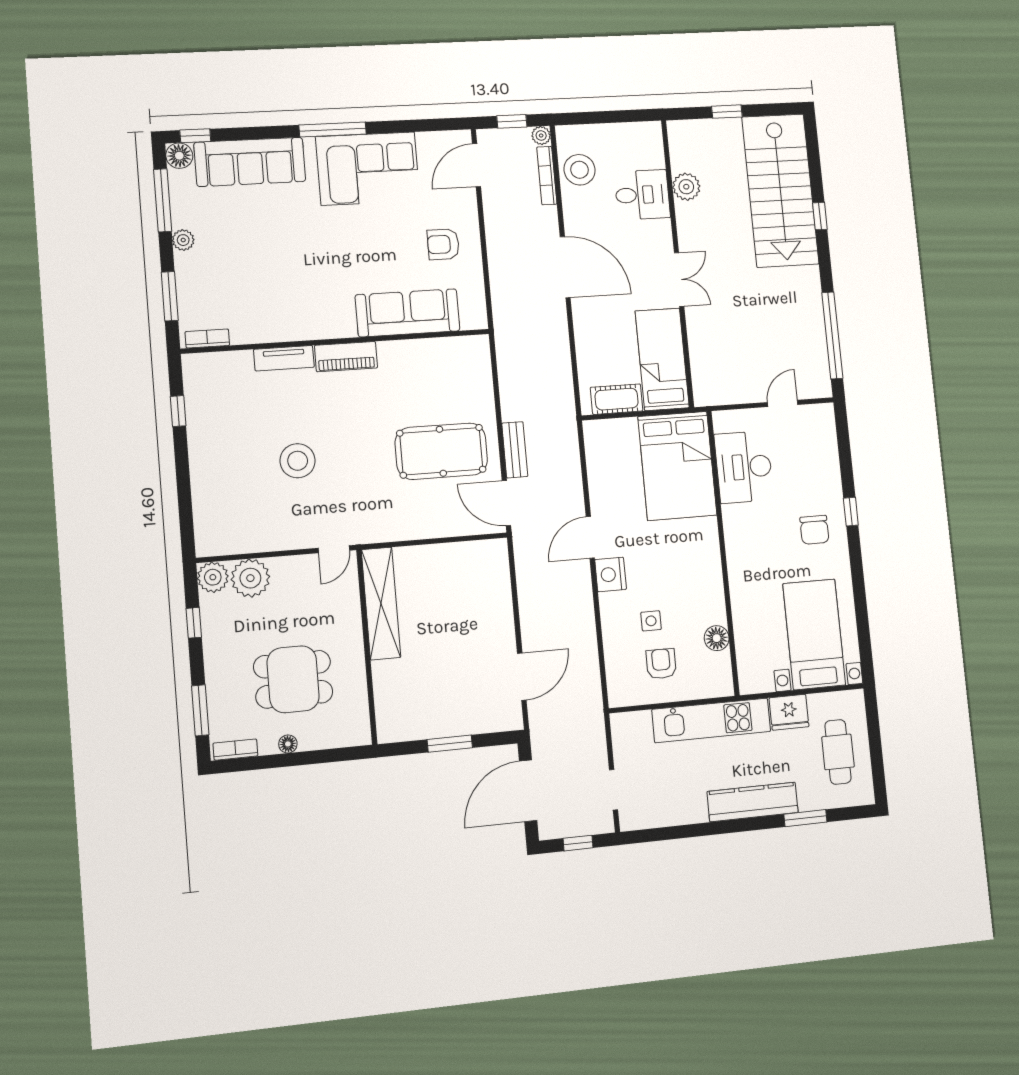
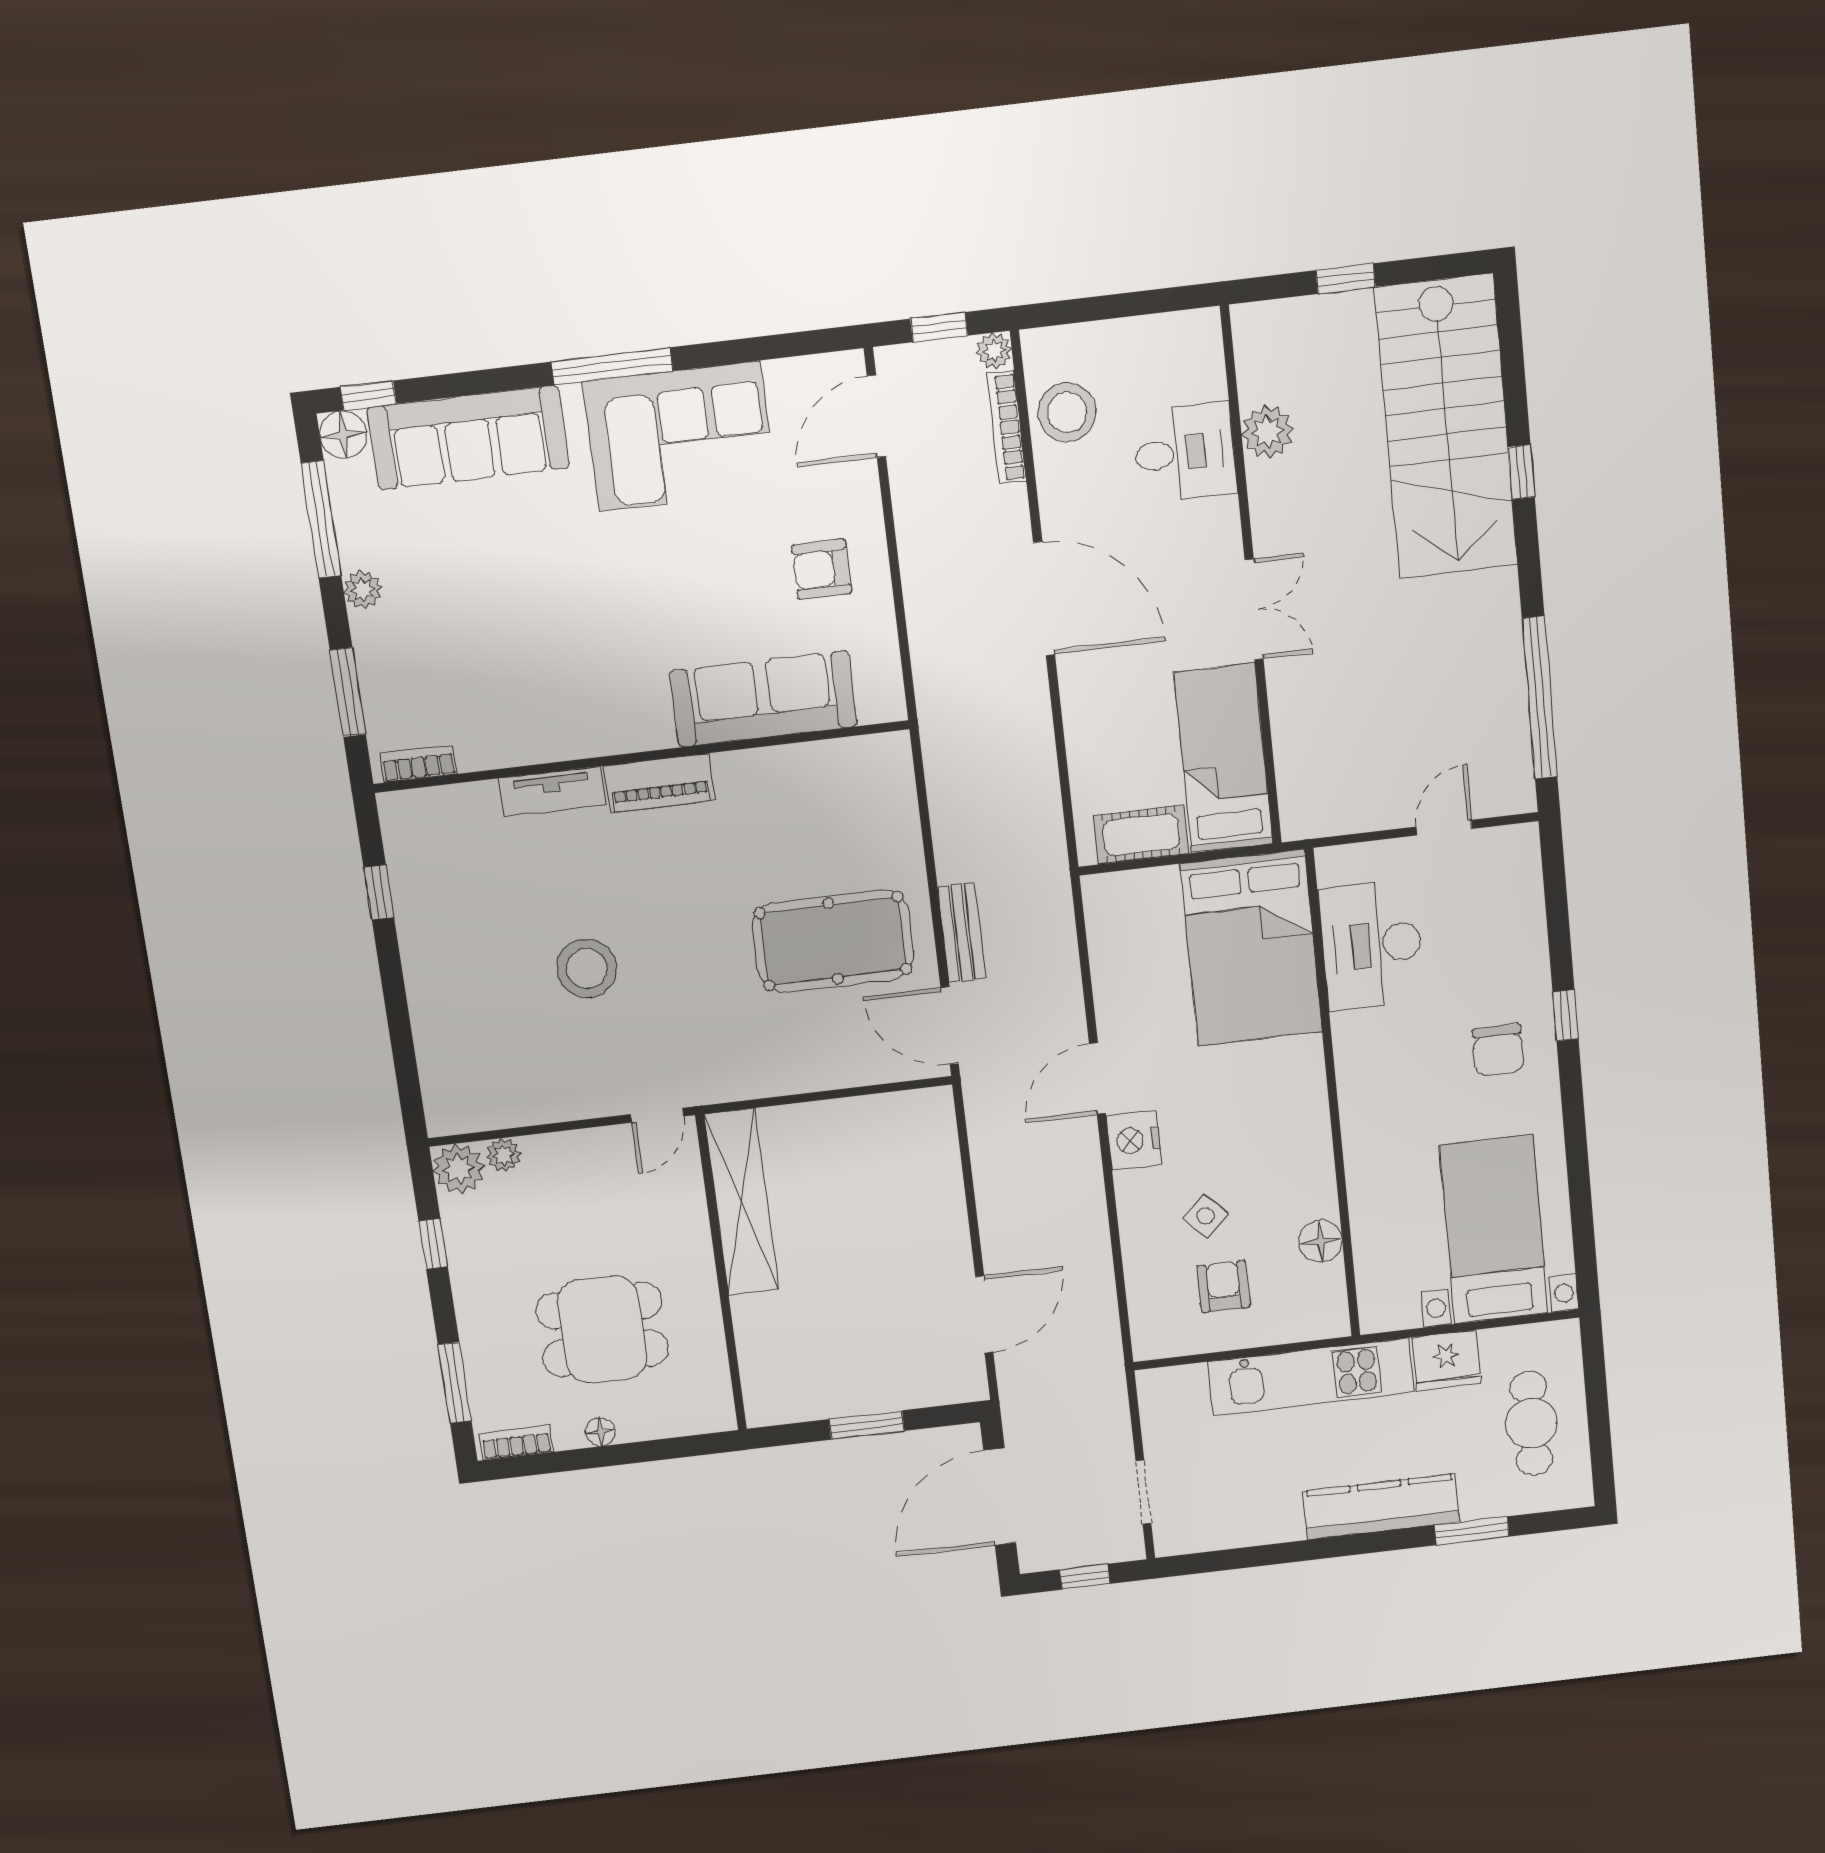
plant: (250, 578) -> (504, 1155), width x0.53, depth x0.53
side table: (651, 621) -> (1205, 1216), turned 45

